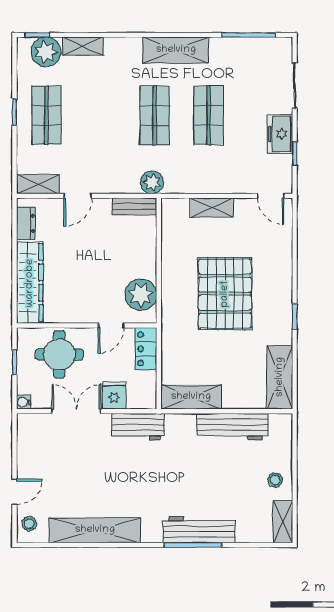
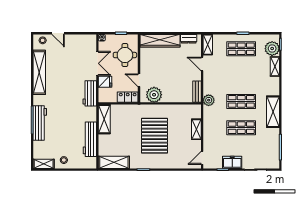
pallet: (225, 294) -> (155, 136), turned 90

